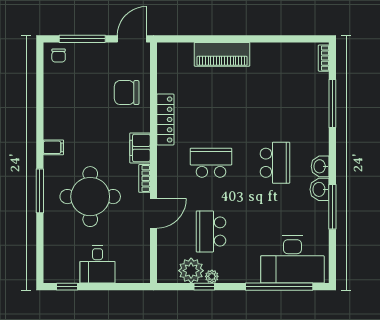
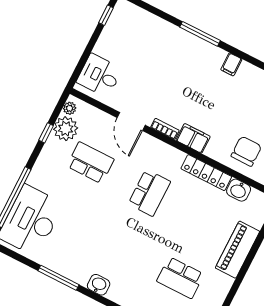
school desk: (275, 163) -> (180, 278), moved
washbasin: (320, 189) -> (239, 190), moved, turned 180
round table: (90, 197) -> (173, 74), removed
desk: (98, 264) -> (99, 76), moved
plant: (212, 276) -> (70, 108), moved

